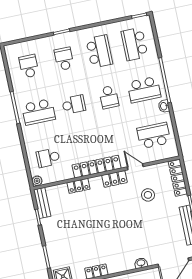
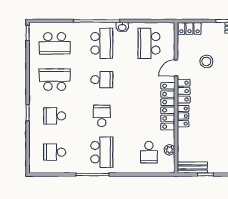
locker: (178, 178) -> (189, 28), width x0.66
plant: (37, 181) -> (169, 150), moved
locker: (78, 186) -> (183, 116), moved

